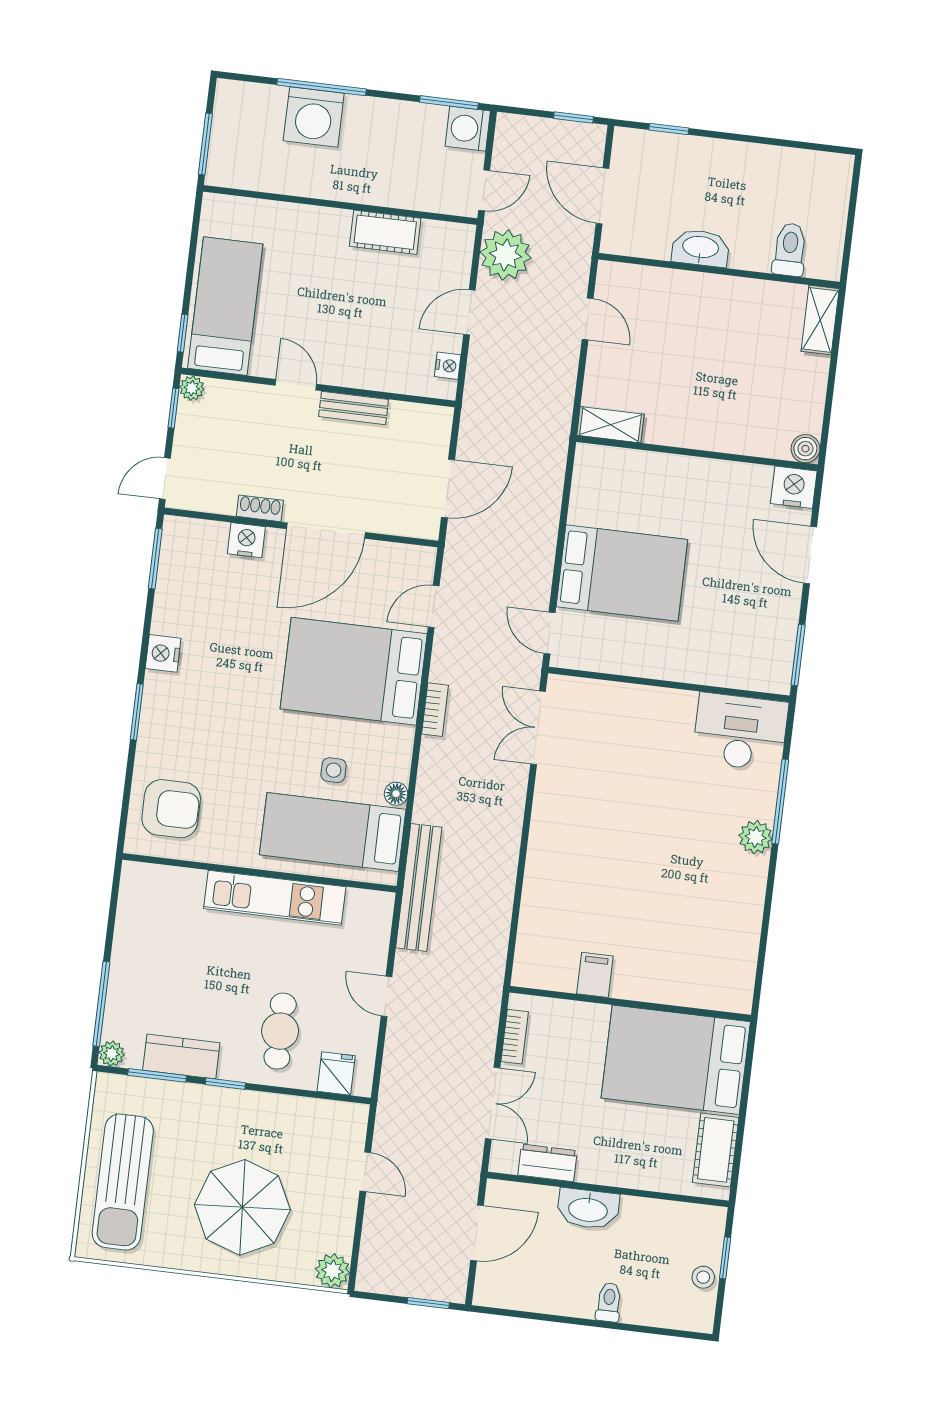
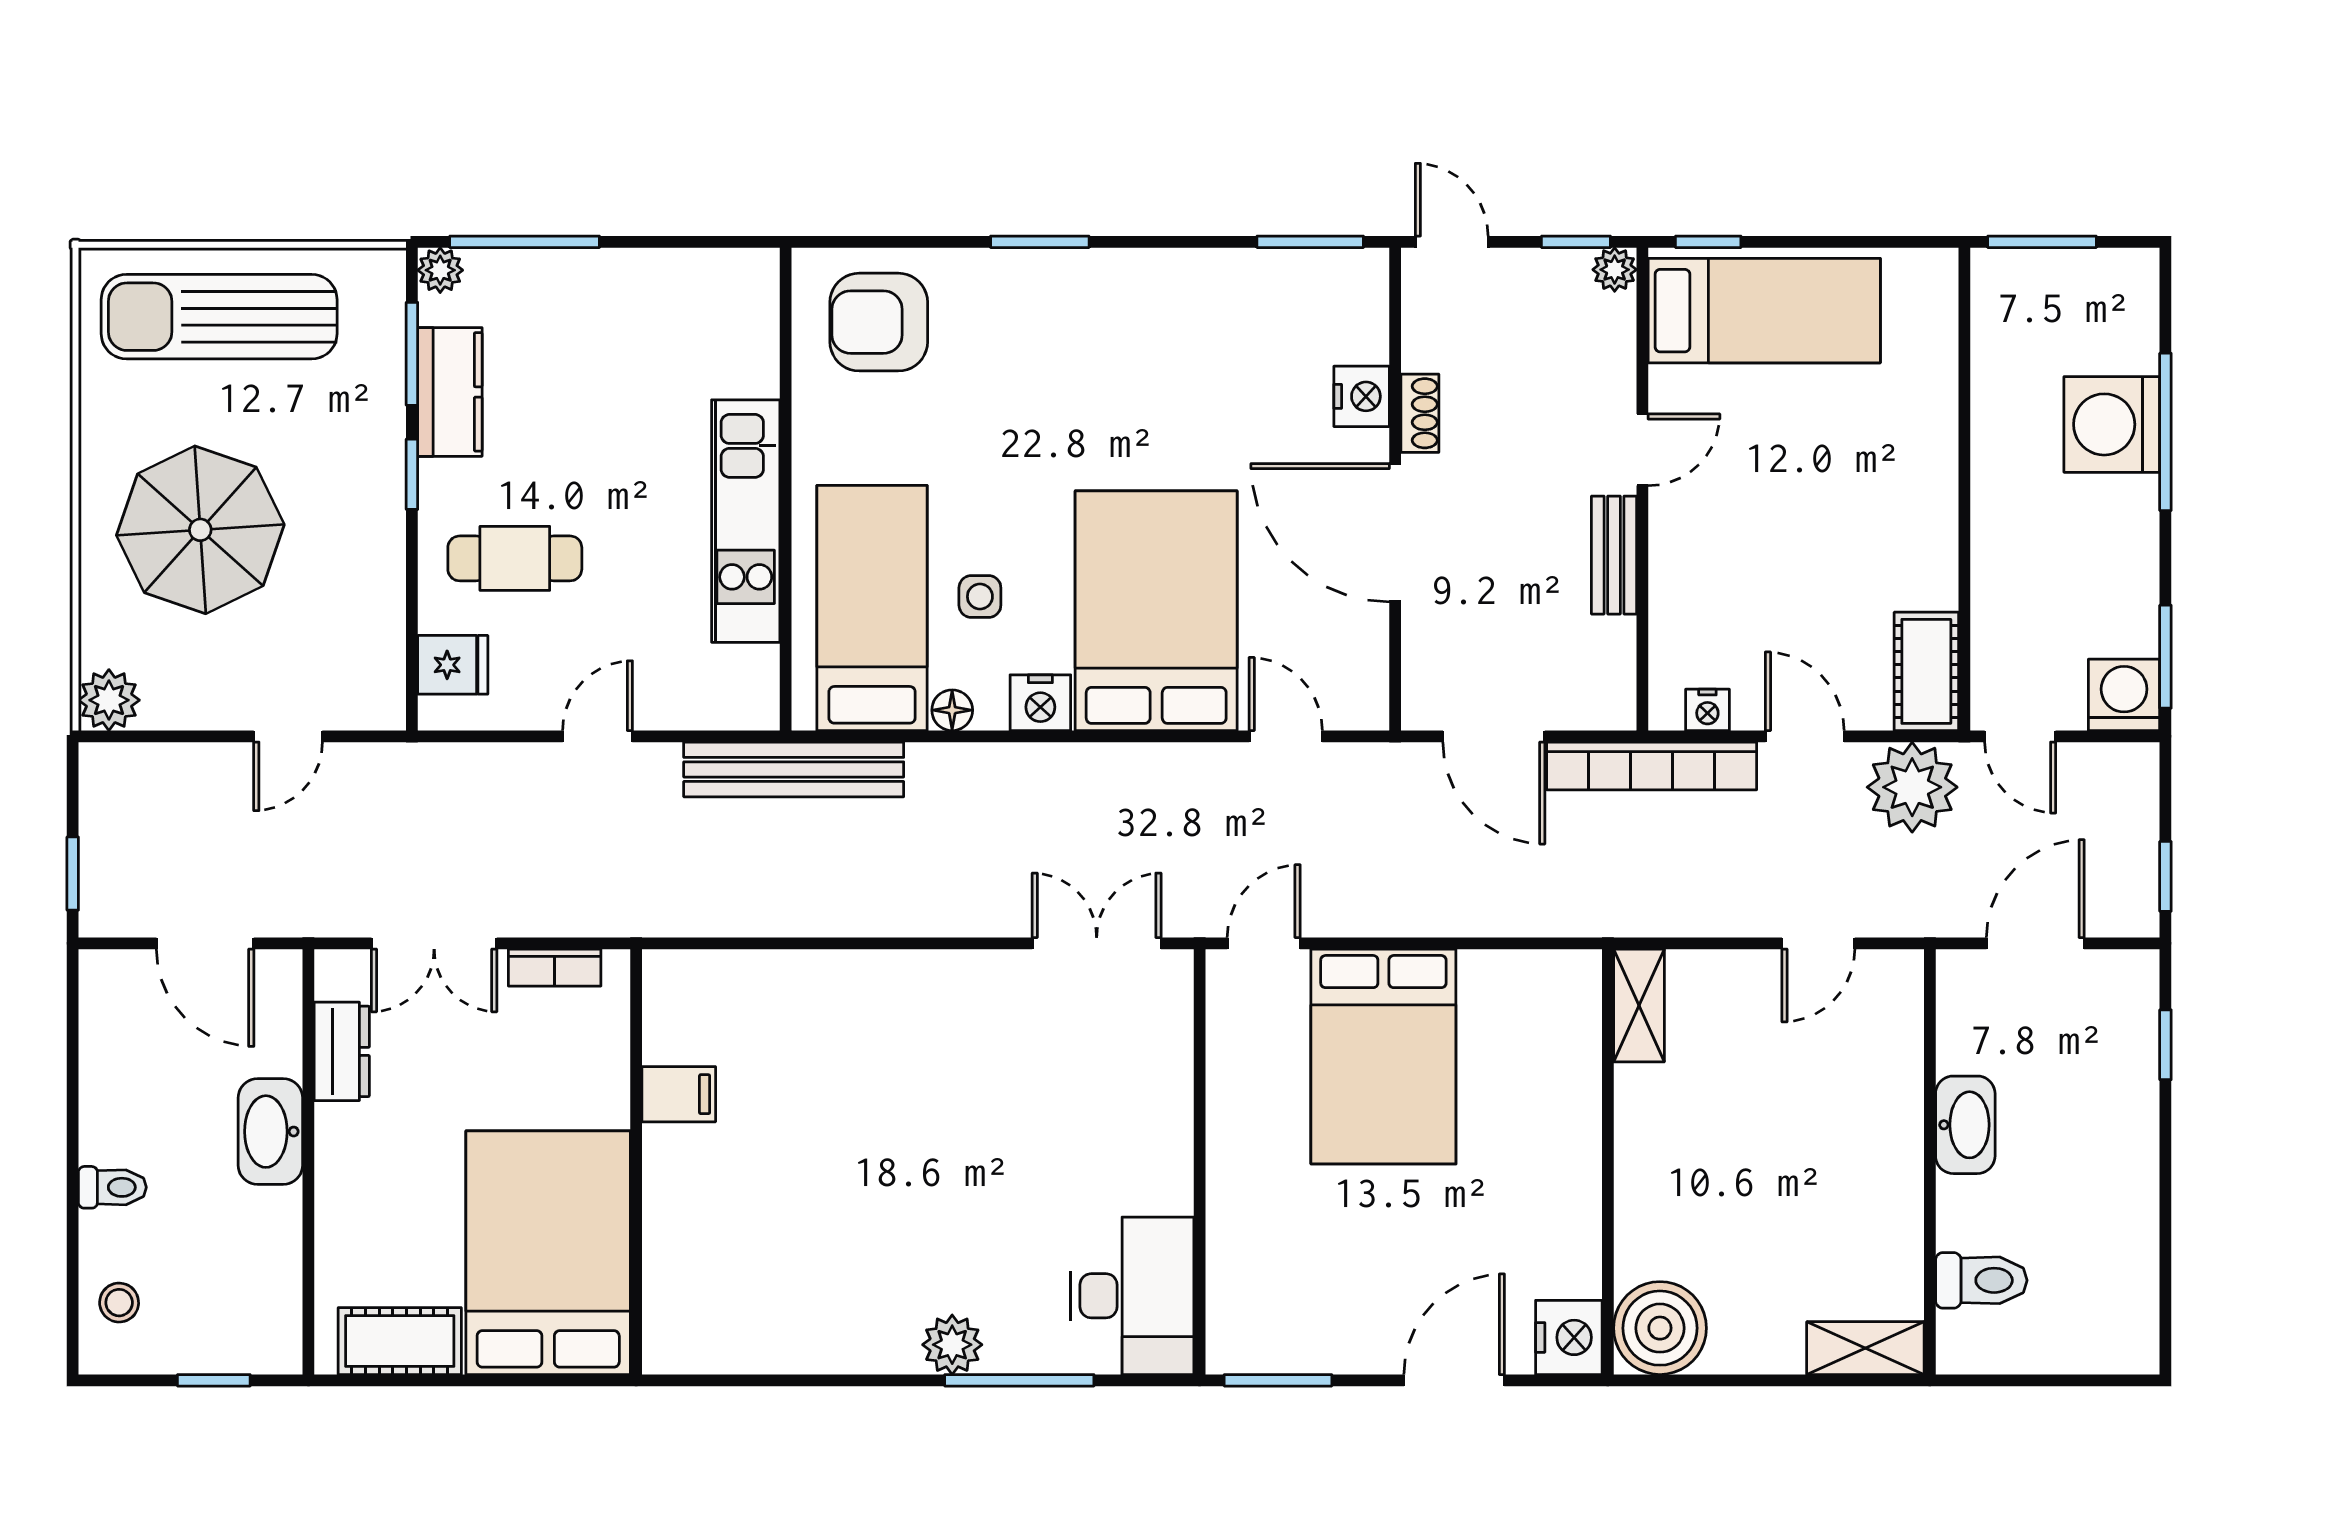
cot: (385, 232) -> (1926, 671), moved
boiler: (805, 449) -> (1660, 1328), width x1.86, depth x1.86
nightstand: (163, 653) -> (1040, 703), moved, turned 180
bookcase: (435, 710) -> (1652, 766), moved, width x2.31, depth x1.31
armchair: (171, 809) -> (879, 322), turned 90
stool: (703, 1277) -> (119, 1303), moved

